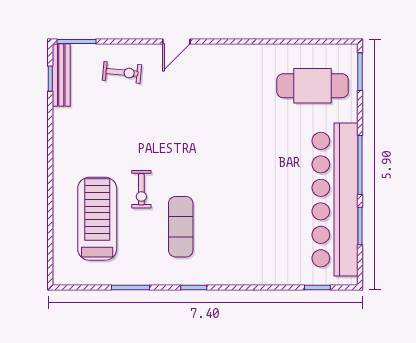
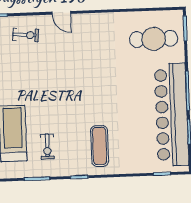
door: (176, 41) -> (61, 13), hinge flipped
exercise bike: (141, 189) -> (47, 147), moved
exercise mat: (181, 227) -> (100, 146), moved

